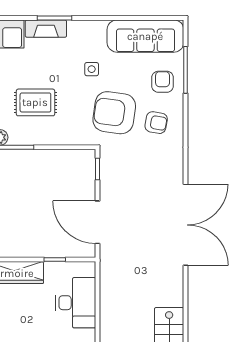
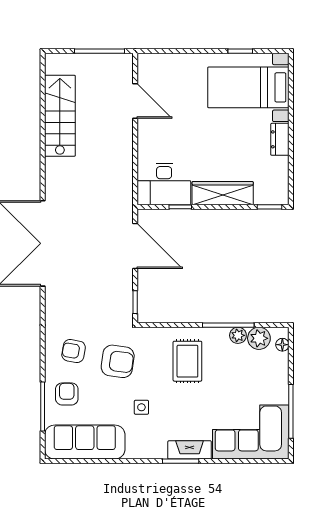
armchair: (163, 82) -> (67, 394), turned 180
rug: (35, 102) -> (187, 361), moved, turned 90
armchair: (114, 113) -> (118, 361), width x0.73, depth x0.73
desk: (76, 303) -> (164, 184), moved, turned -90

